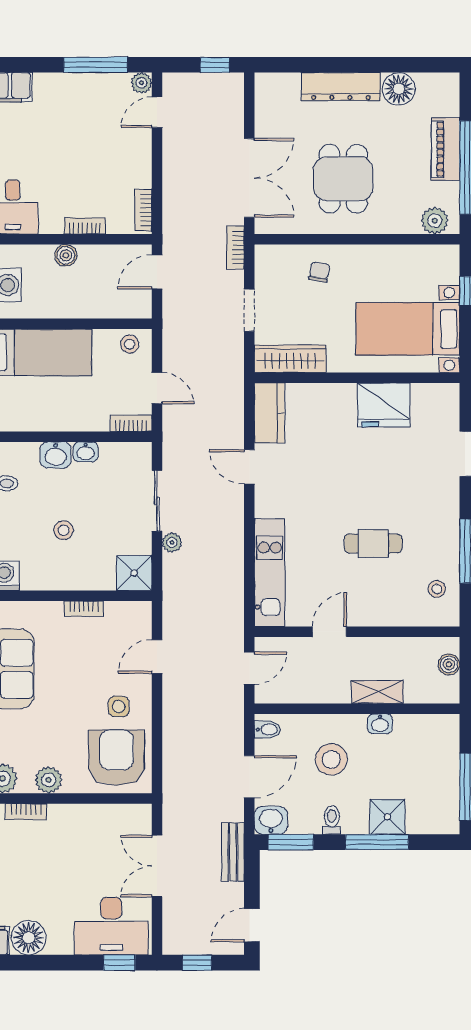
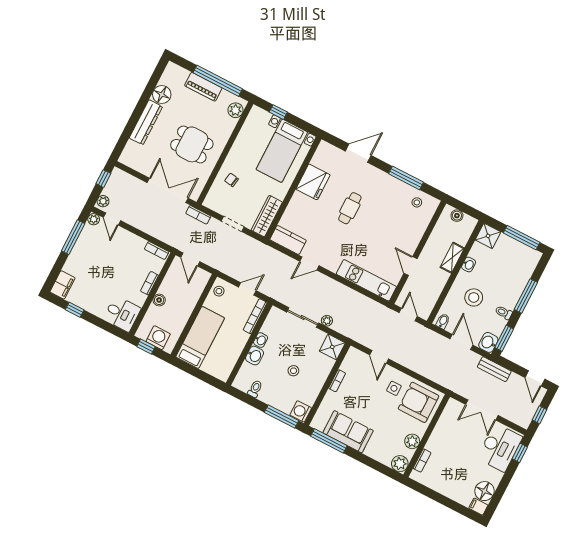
plant: (178, 83) -> (103, 201), added
bookcase: (131, 423) -> (255, 316), width x1.56
cafe table: (373, 544) -> (350, 208), moved
shower: (387, 817) -> (488, 236), moved

